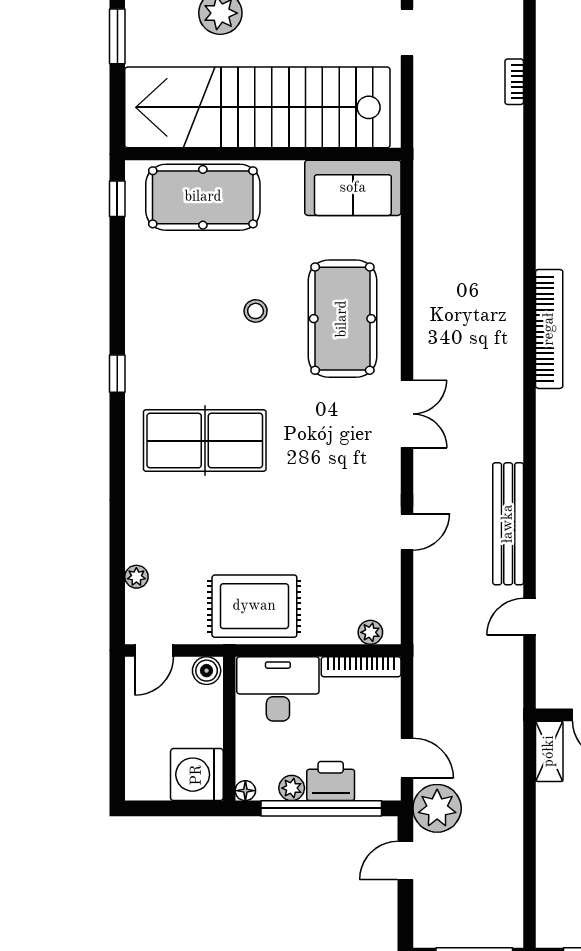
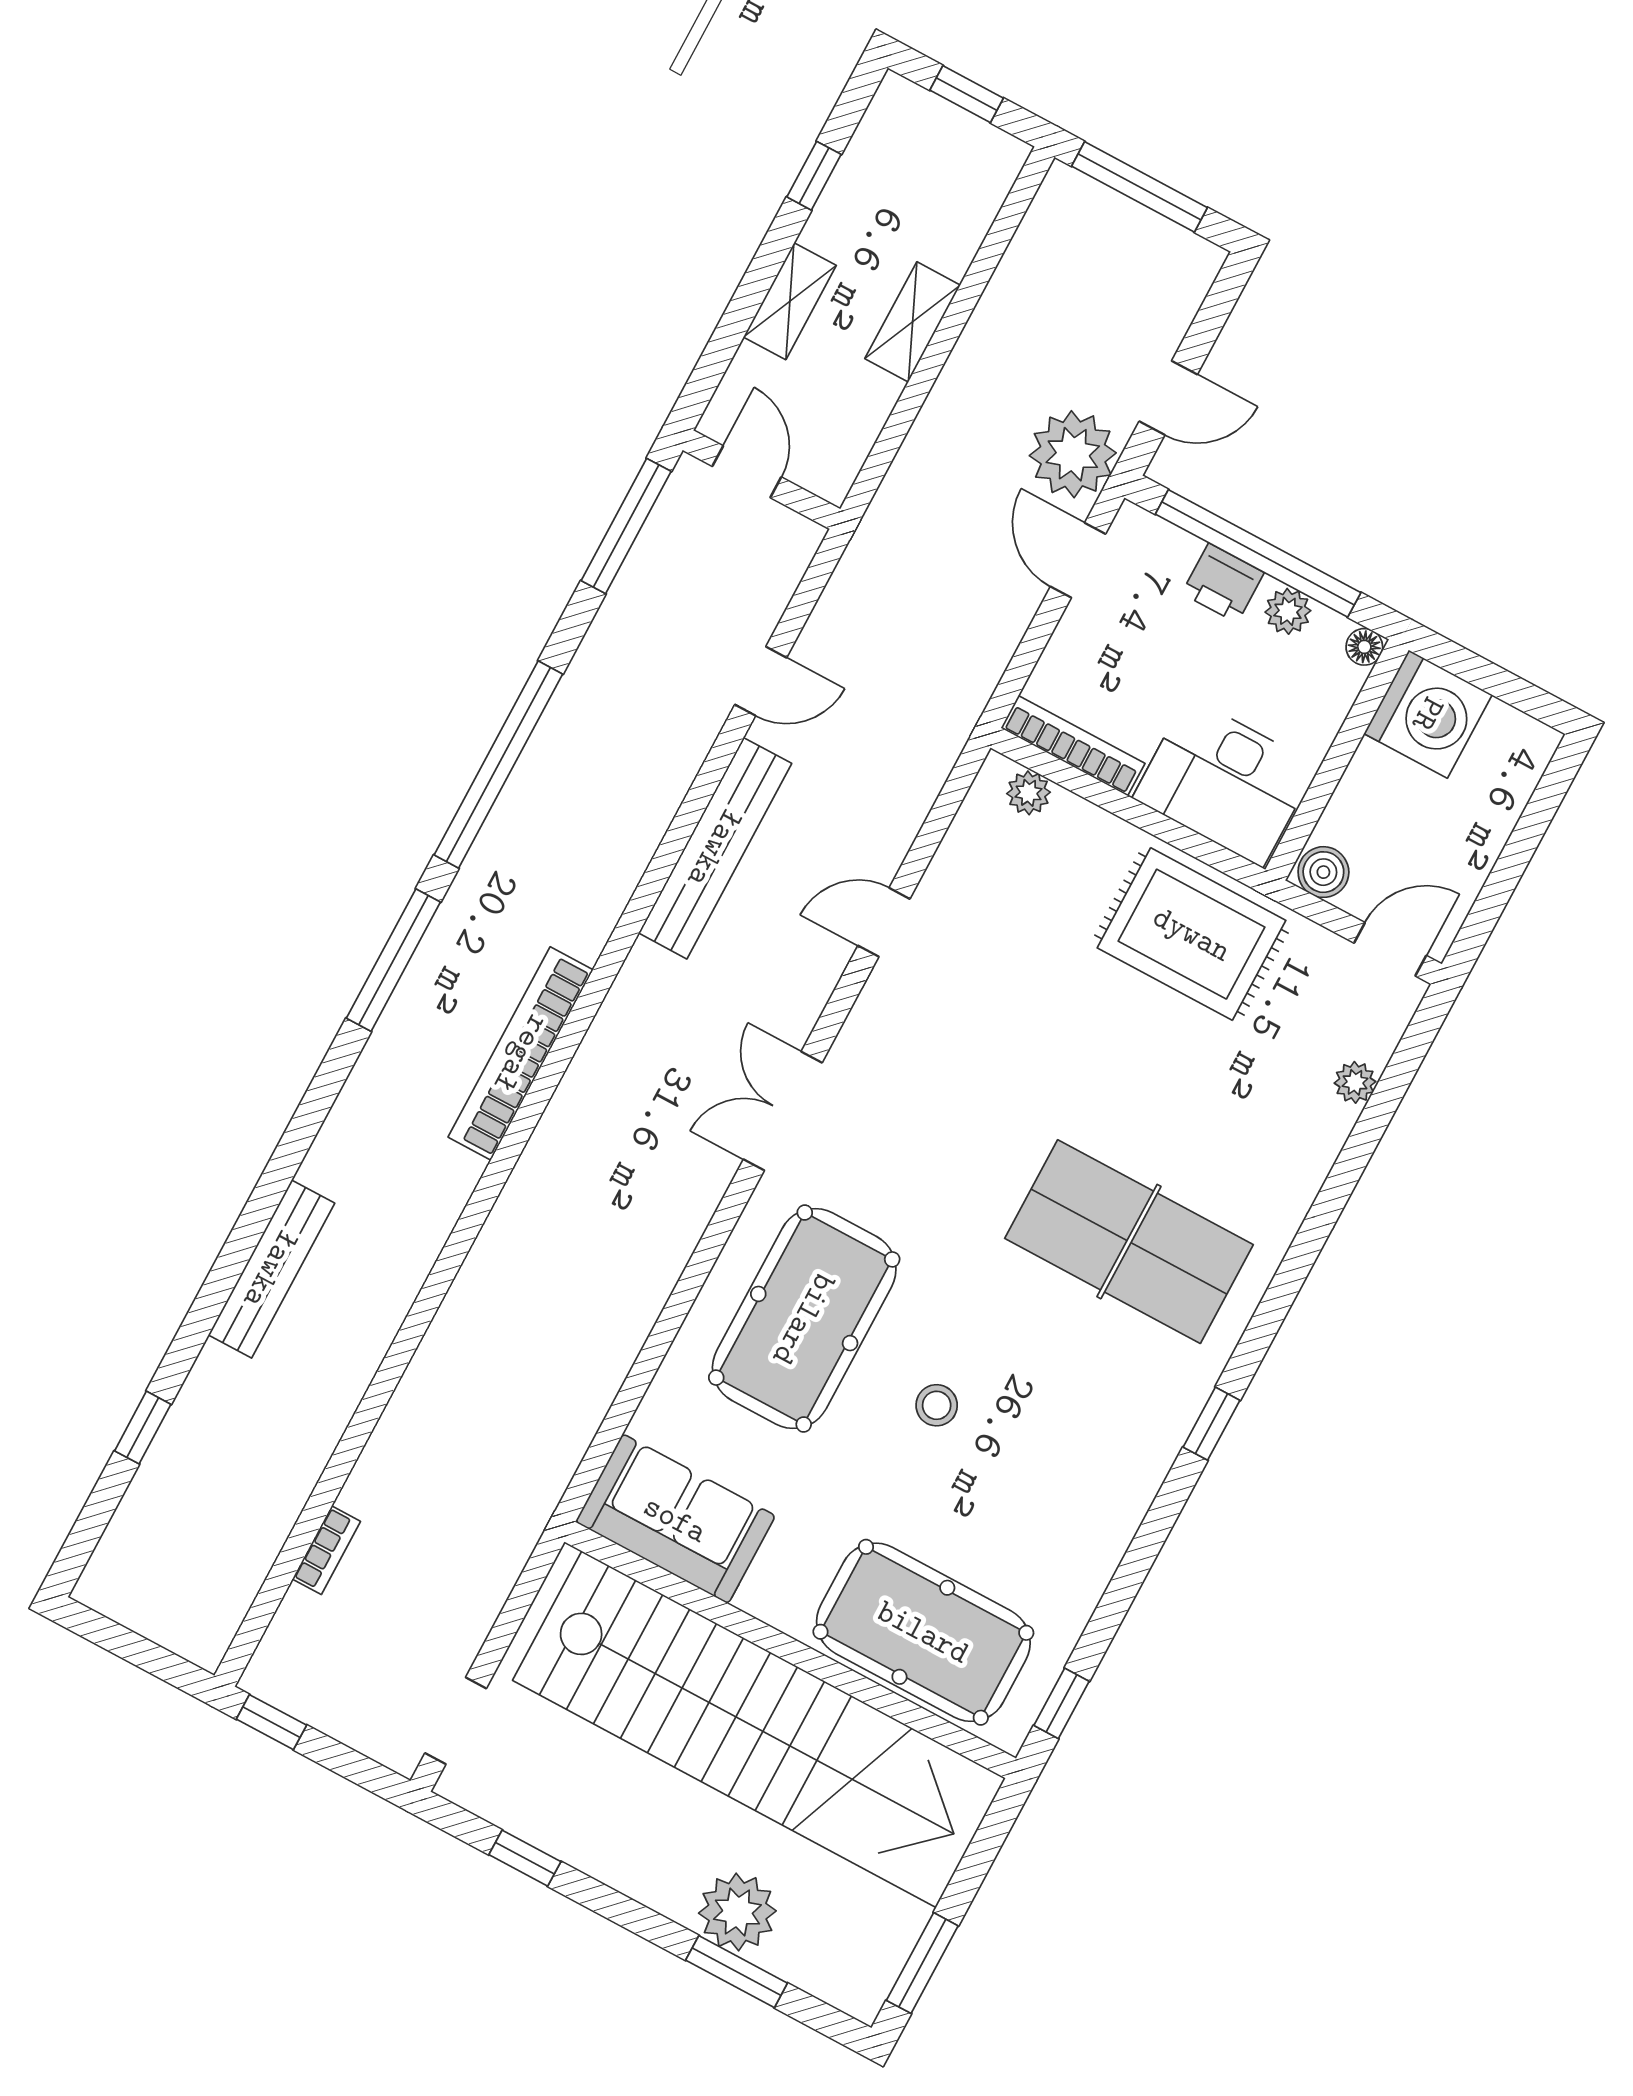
bookcase: (549, 329) -> (521, 1054), moved
shelving: (549, 751) -> (913, 322), moved
printer: (331, 781) -> (1223, 583), width x0.73, depth x0.81

